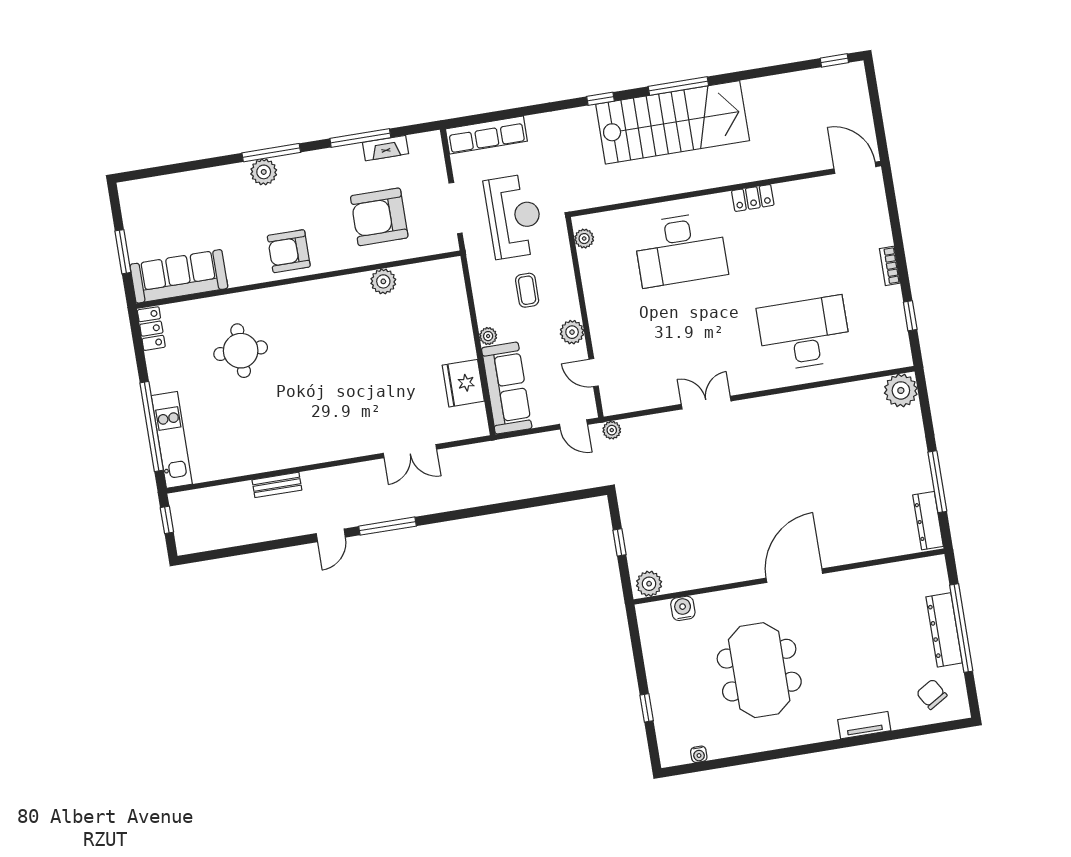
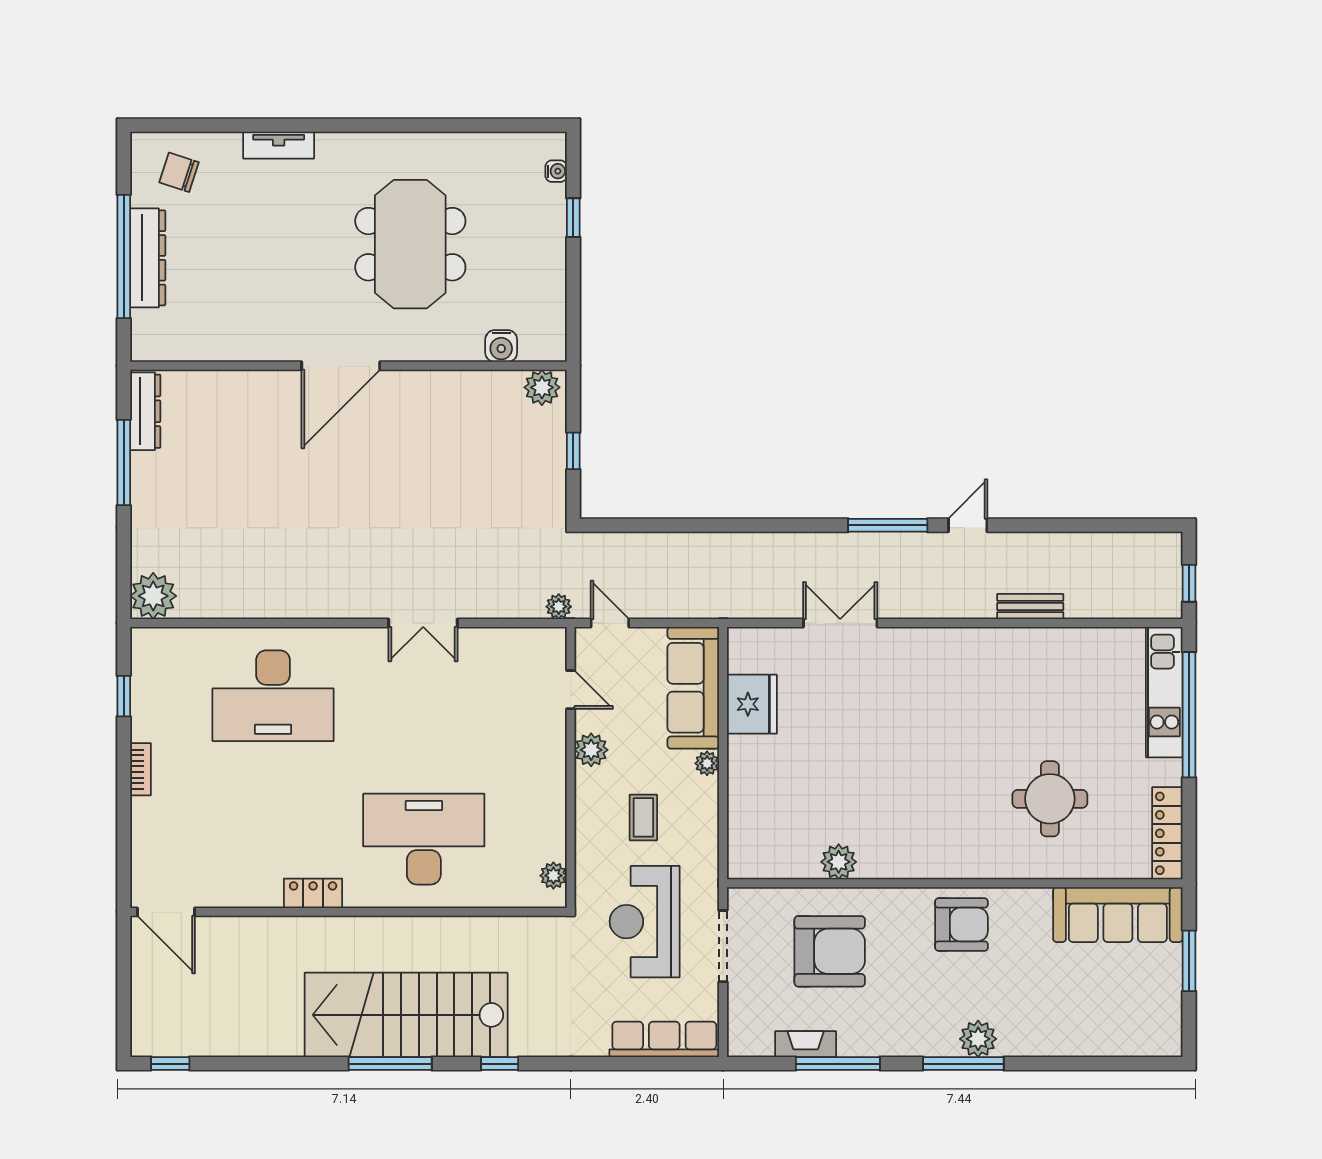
locker: (151, 329) -> (1167, 833), width x1.53
chair: (932, 694) -> (179, 172), turned 139
water cooler: (699, 754) -> (556, 171), moved, turned 90

